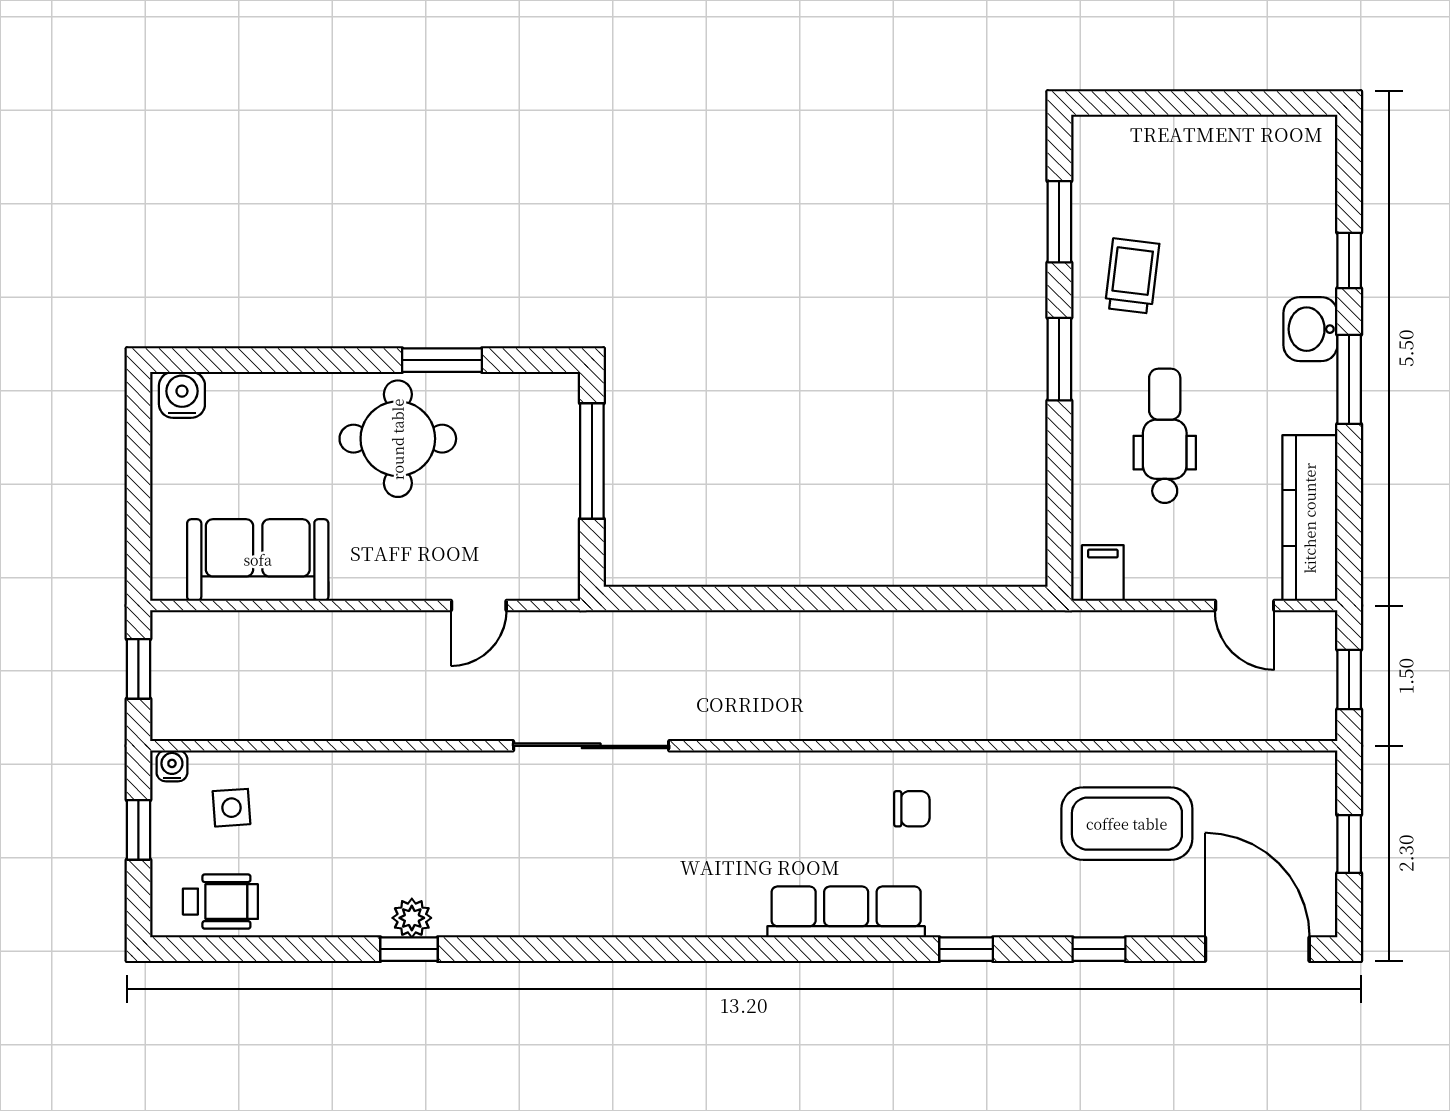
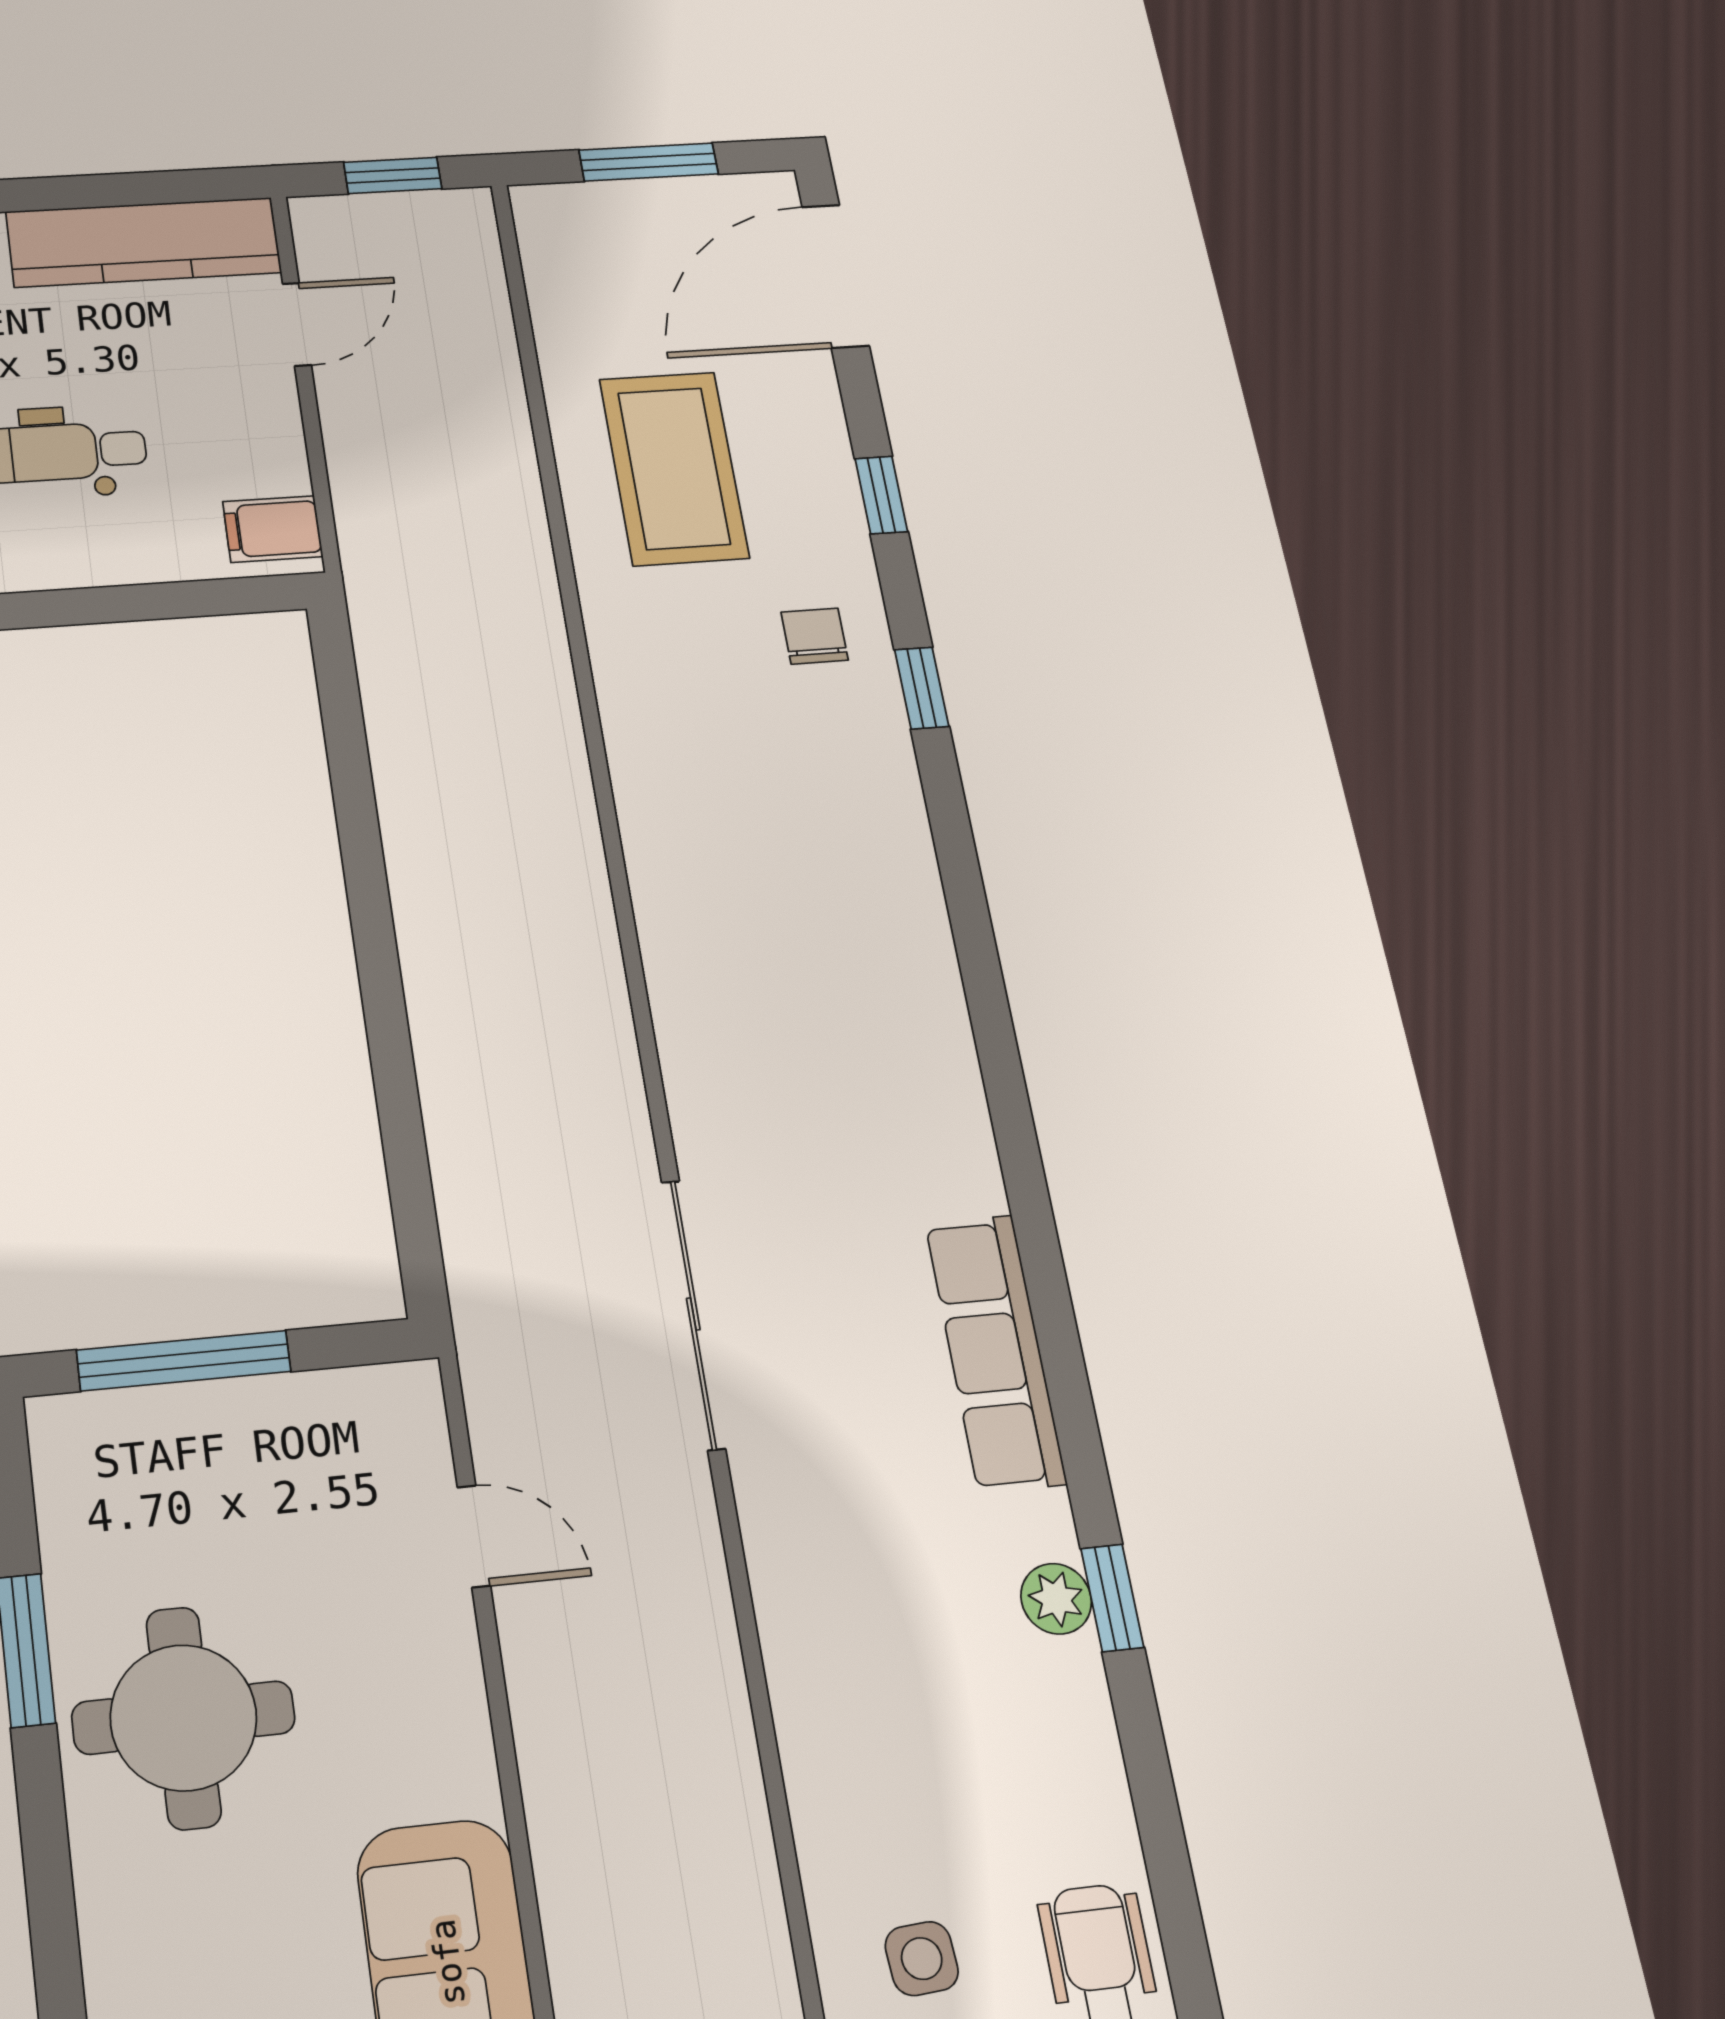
chair: (912, 809) -> (815, 636), moved
window: (1349, 844) -> (649, 162), width x1.50
row of seats: (846, 912) -> (995, 1352), moved

